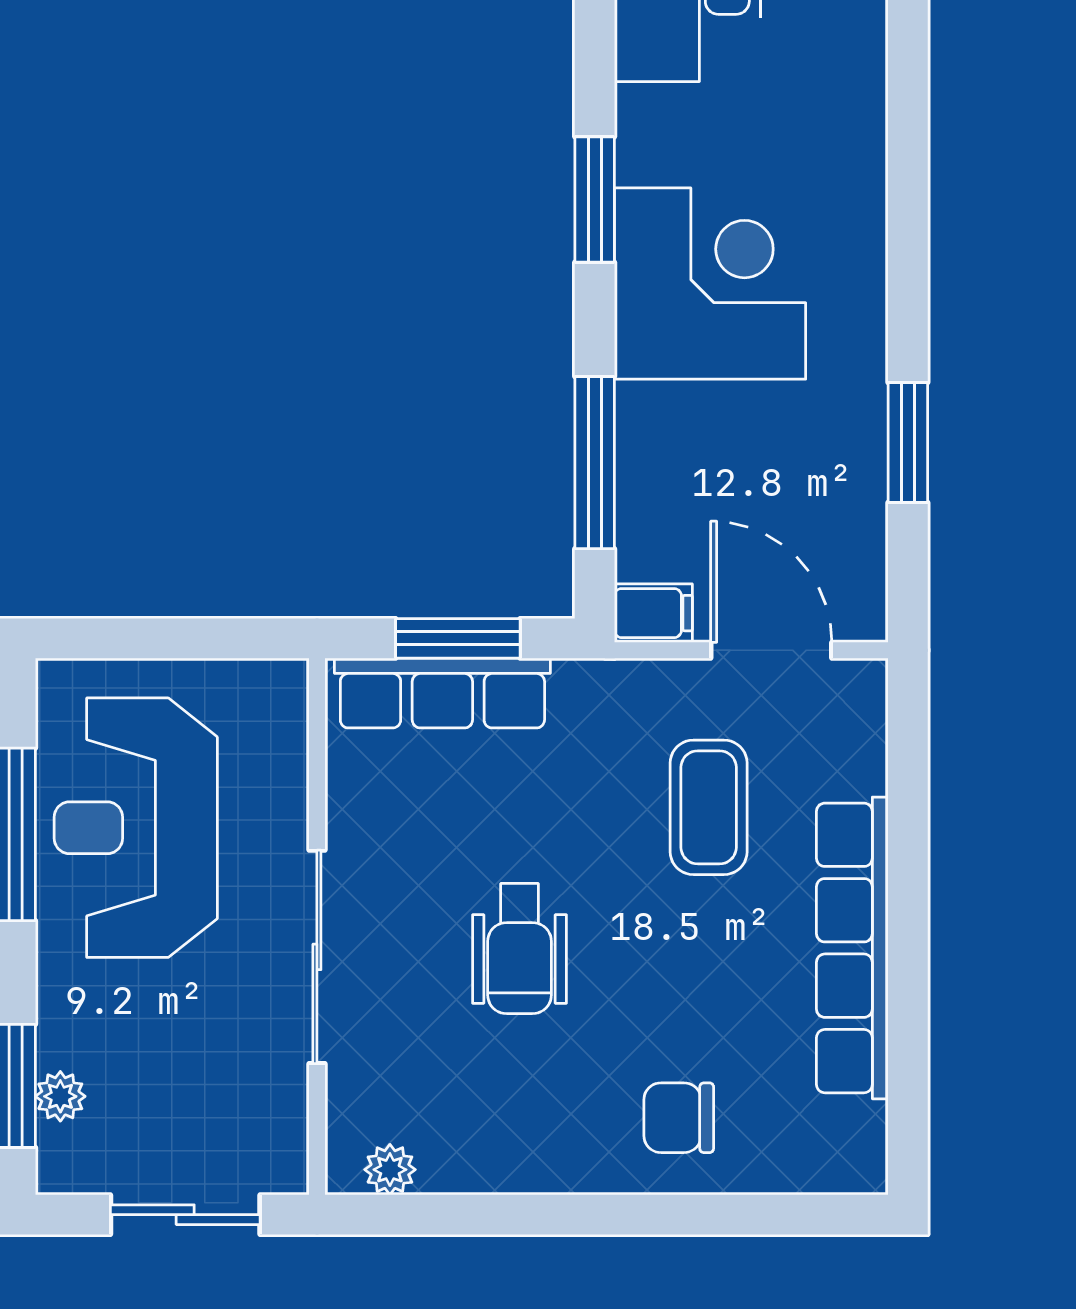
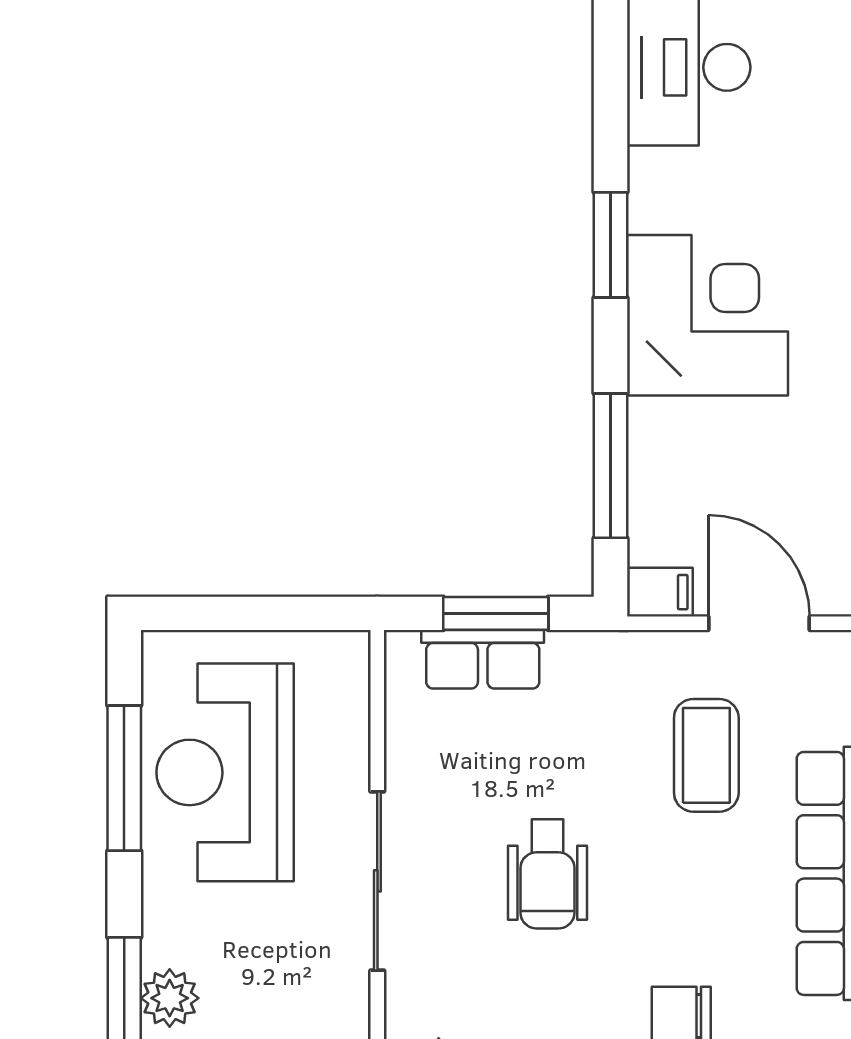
row of seats: (442, 693) -> (483, 659), width x0.68
plant: (60, 1096) -> (170, 998), width x1.38, depth x1.38

